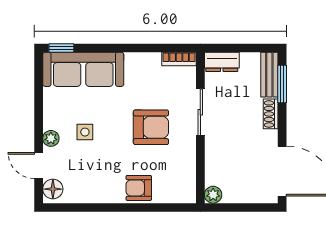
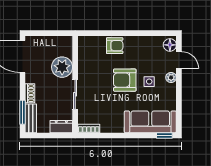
armchair: (151, 127) -> (125, 80), moved
plant: (213, 195) -> (62, 67), moved, width x1.88, depth x1.88

